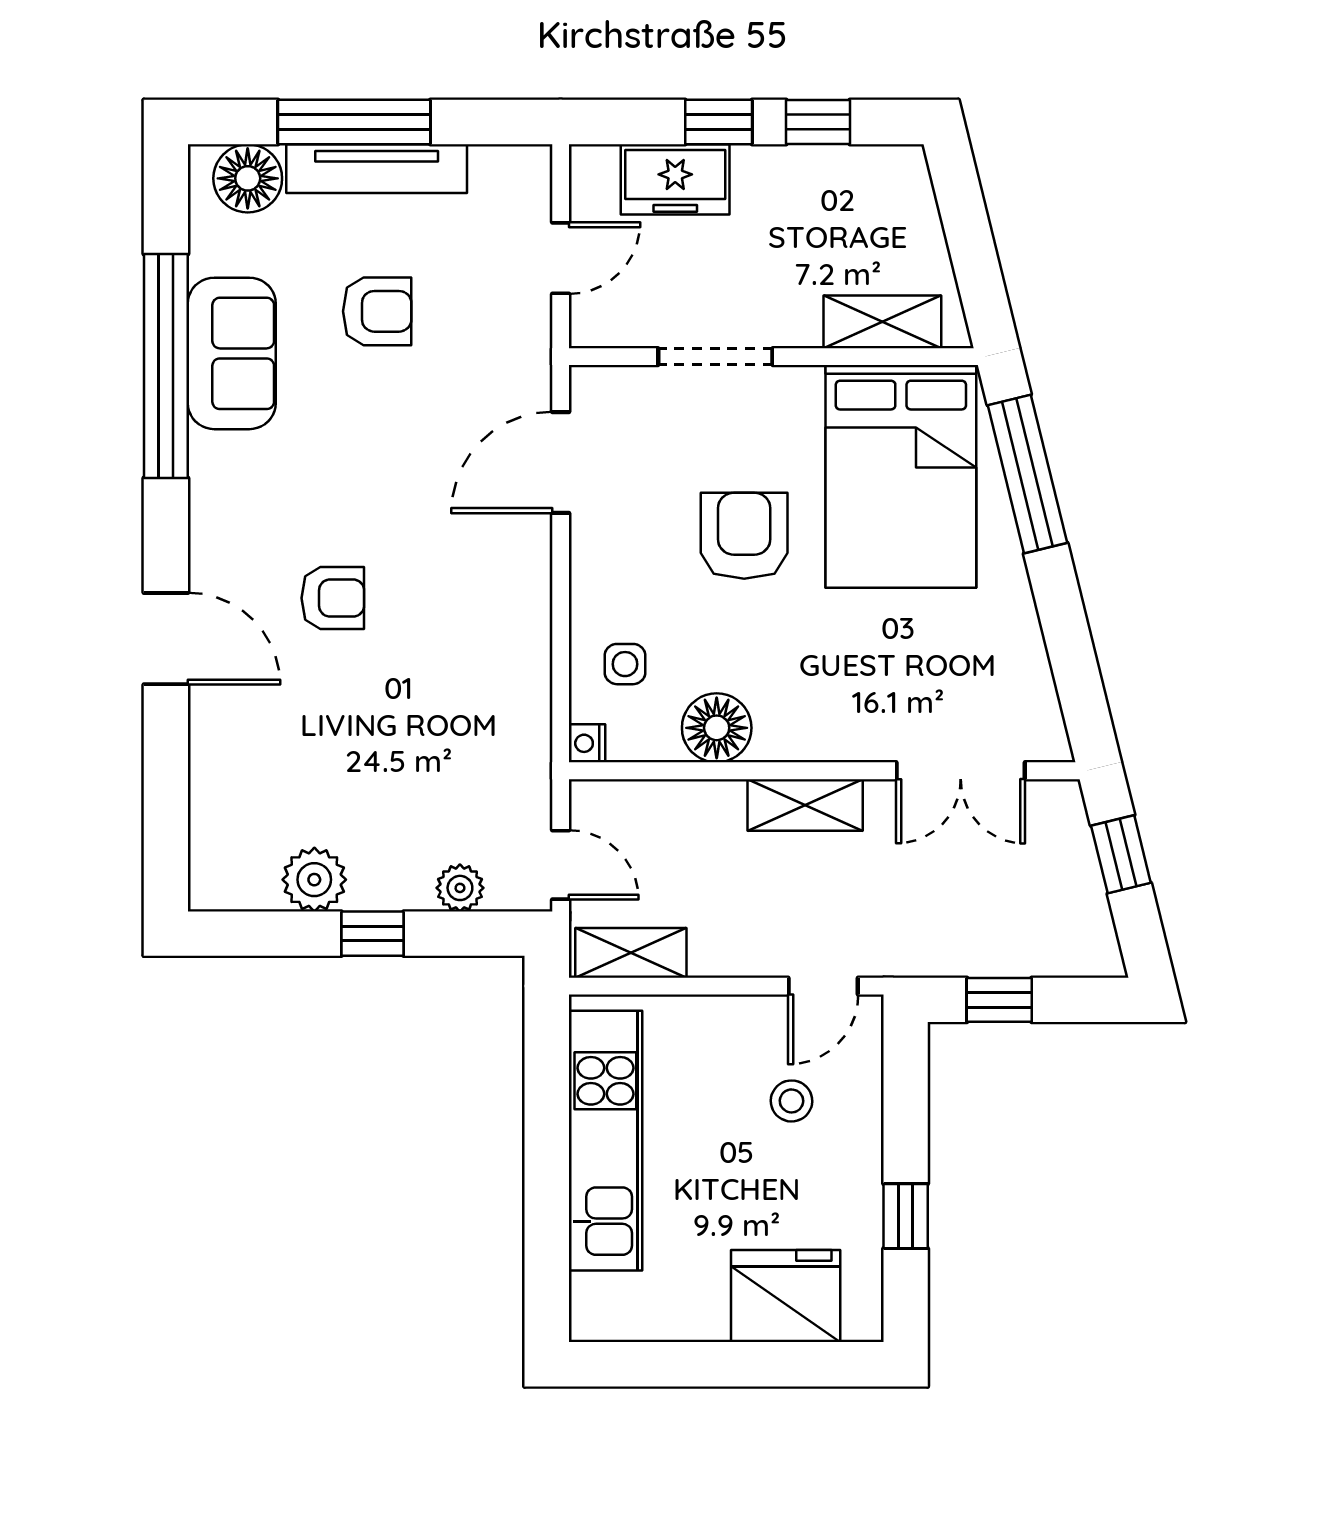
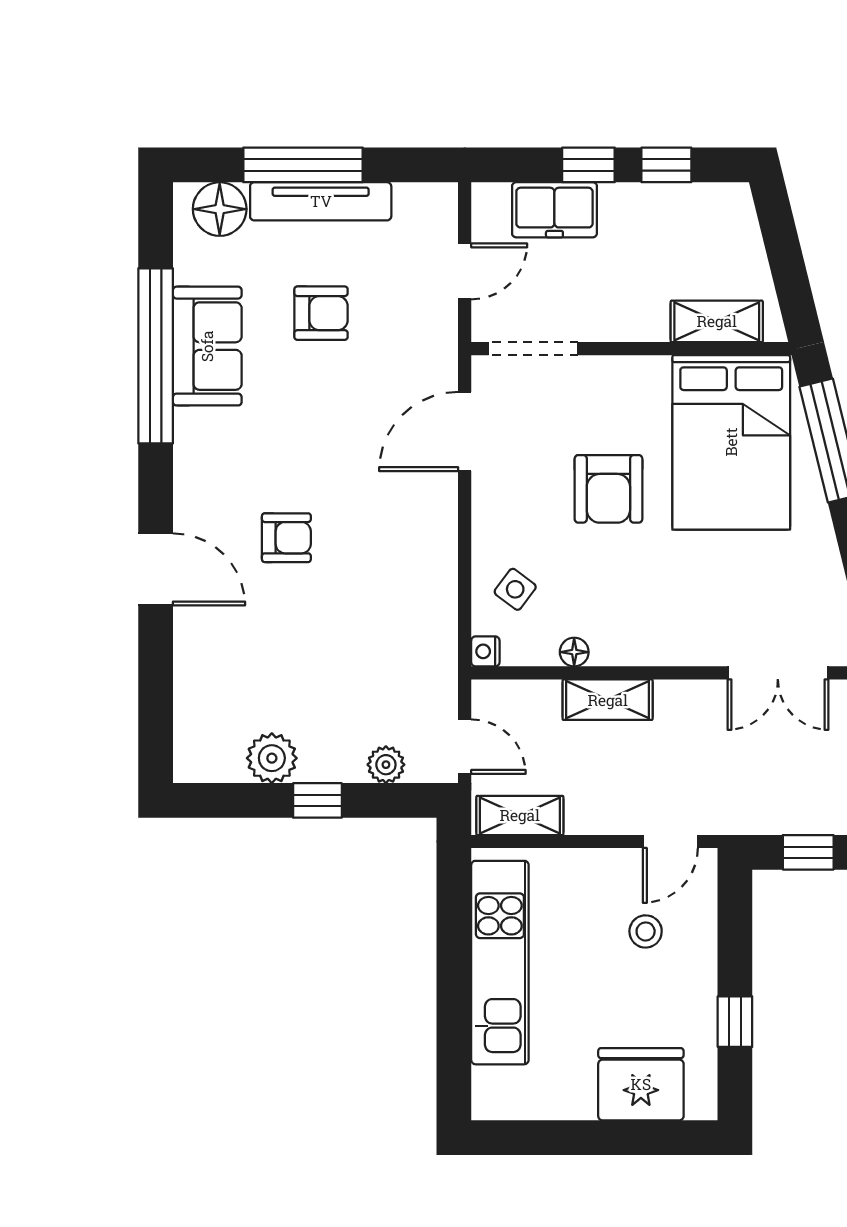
doorway: (715, 357) -> (533, 349), moved
armchair: (744, 536) -> (608, 489), turned 180
side table: (625, 664) -> (515, 589), turned 37
floor lamp: (717, 728) -> (574, 652), width x0.53, depth x0.53
shelving: (805, 805) -> (608, 700), moved

